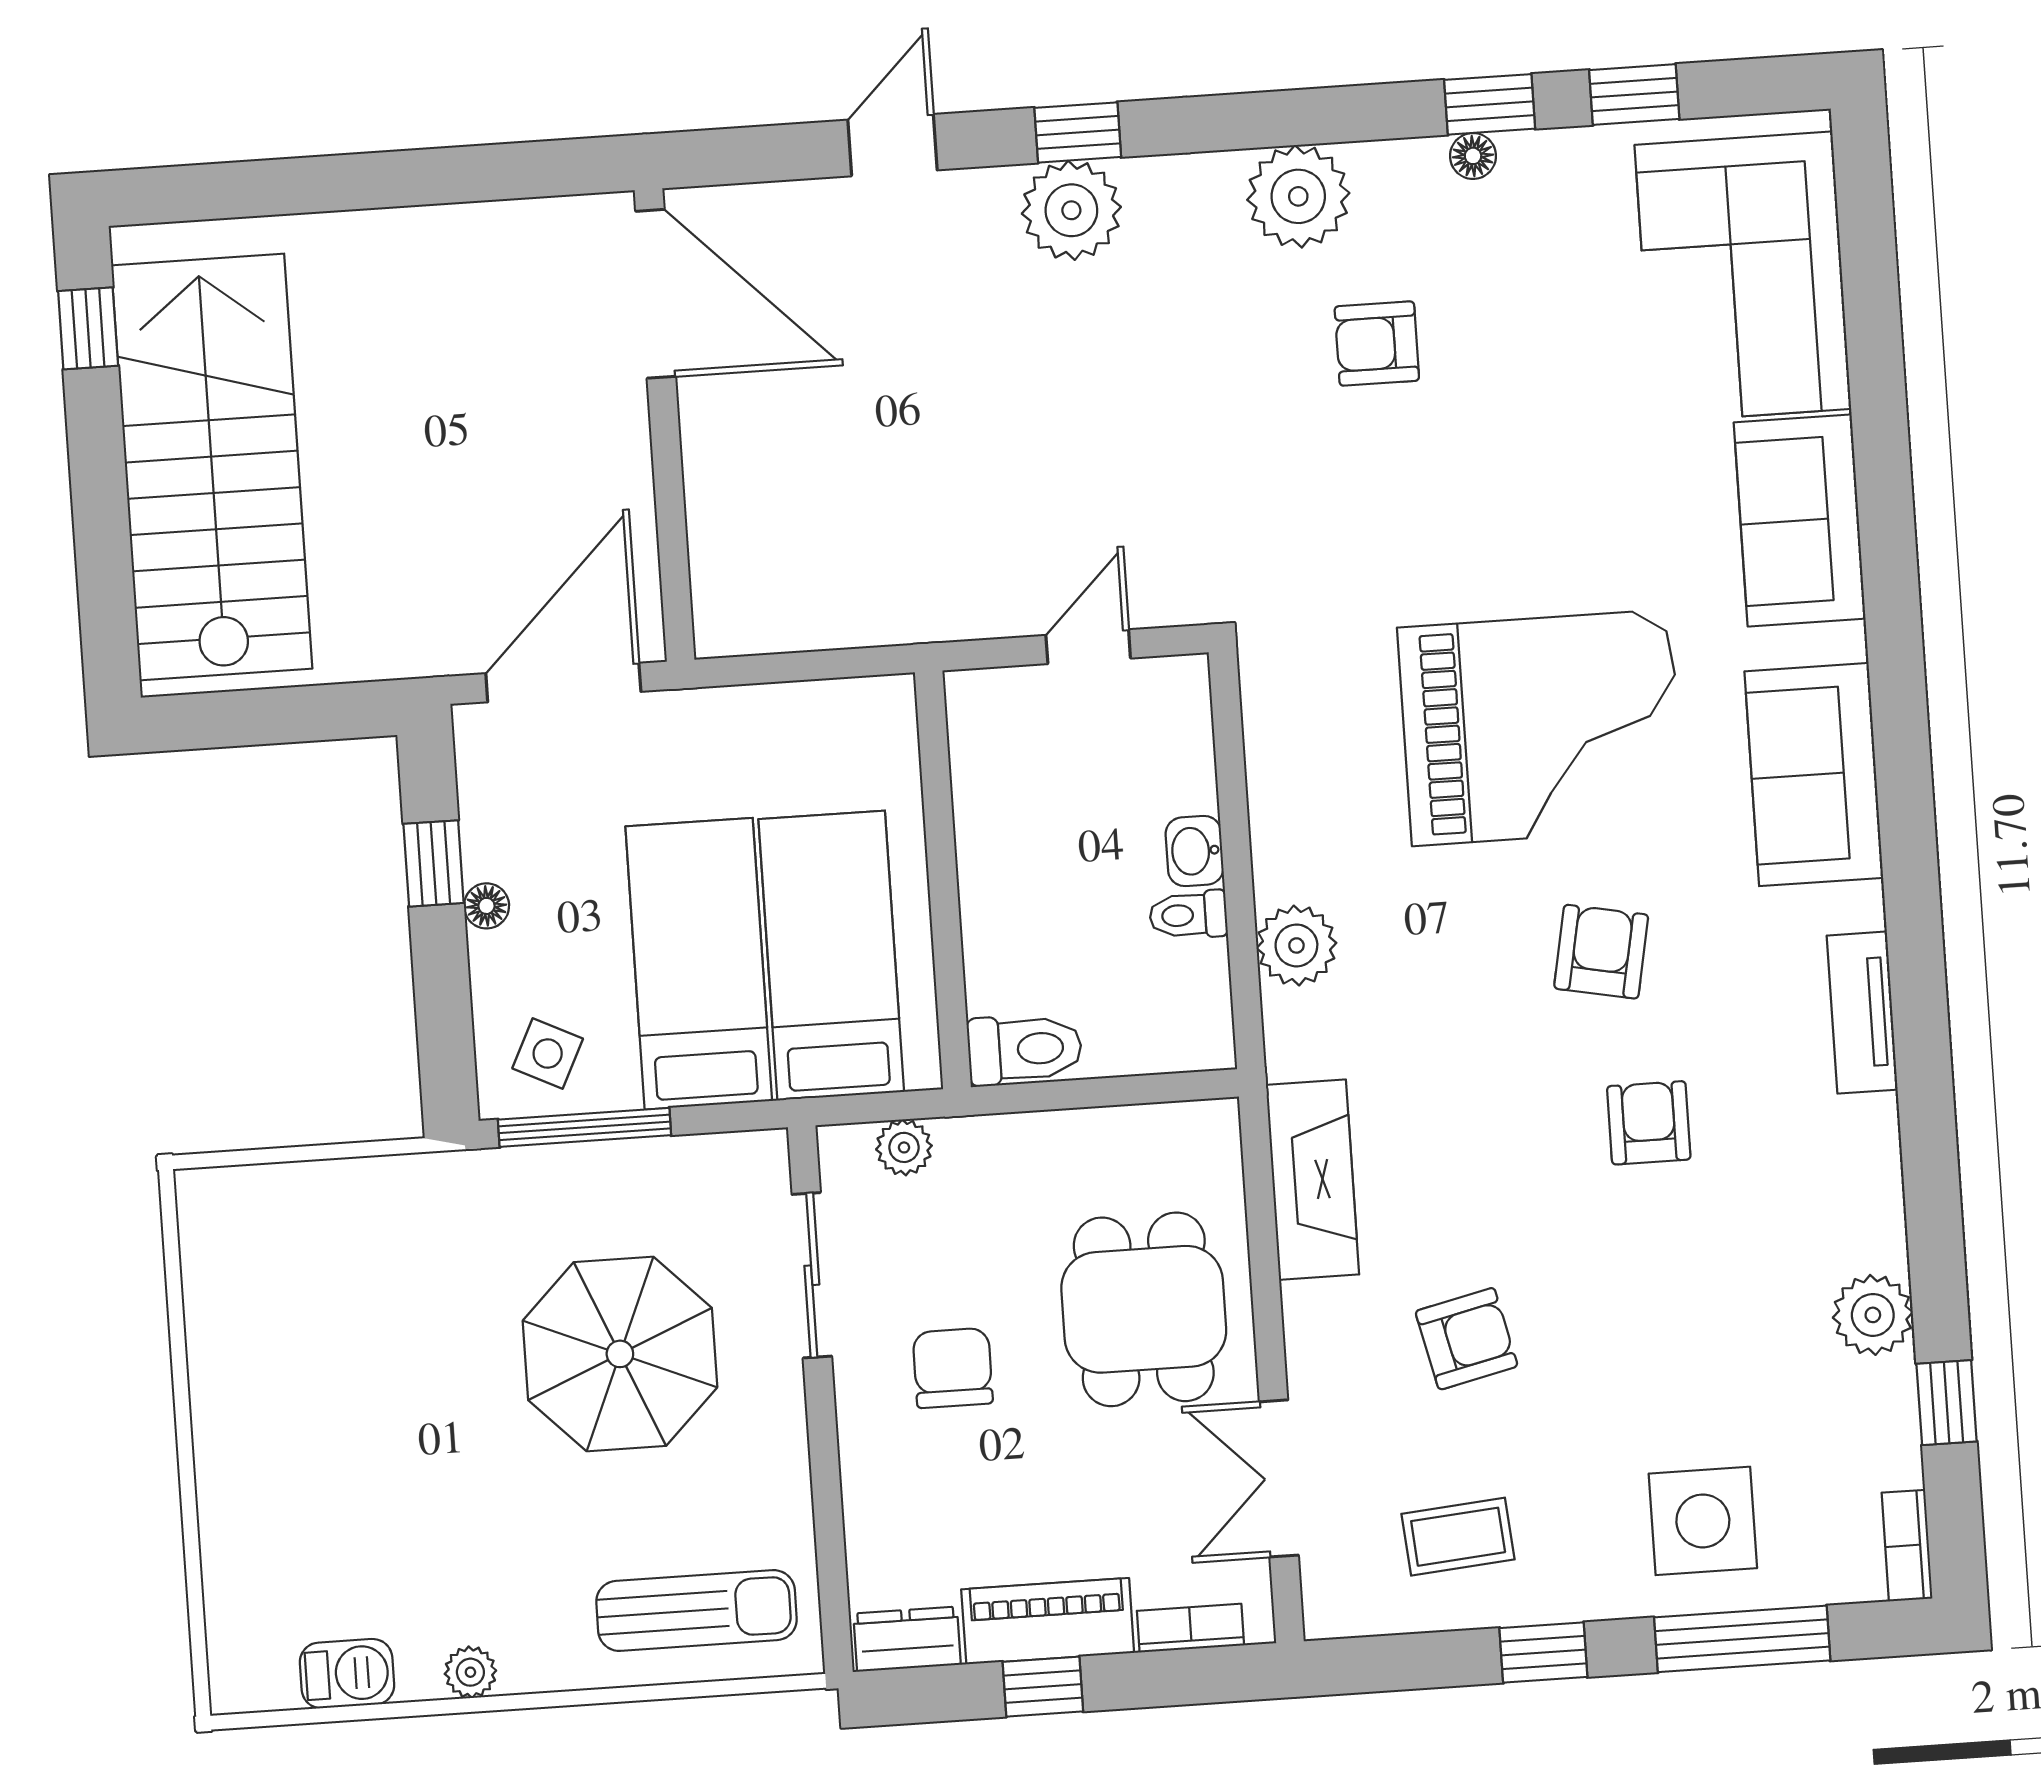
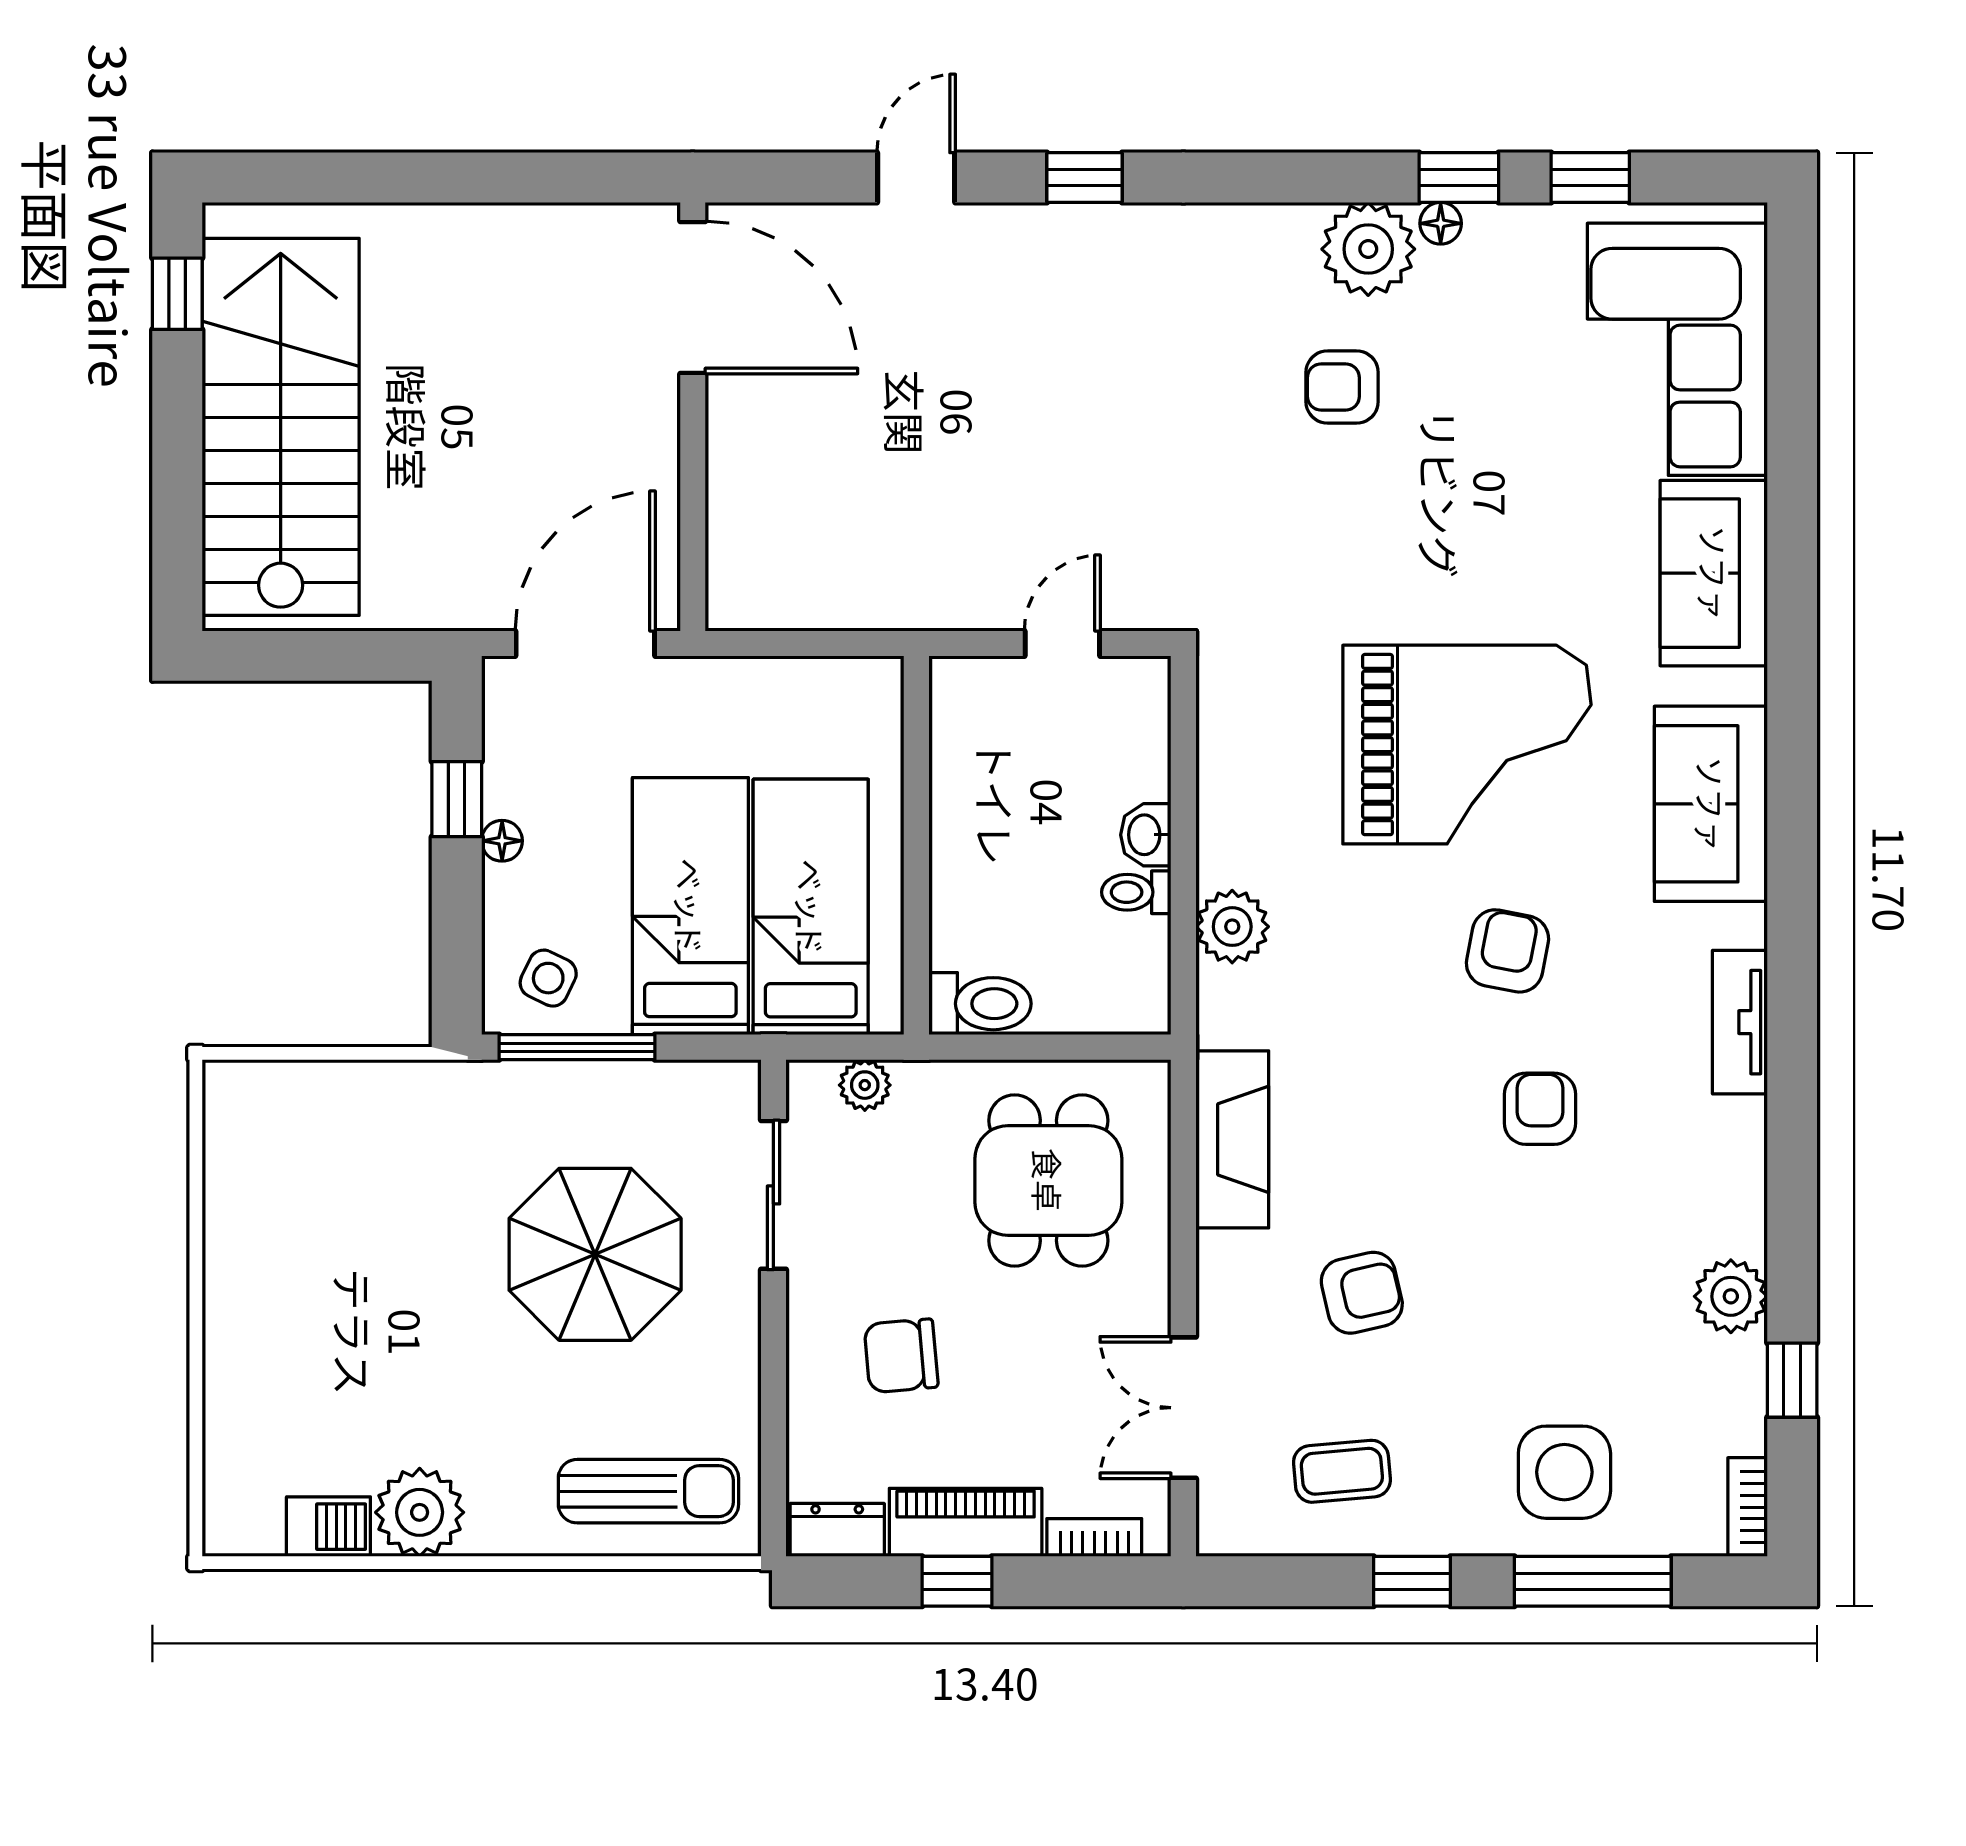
plant: (1298, 196) -> (1368, 249), moved
plant: (1071, 210) -> (1074, 248), removed
dining table: (1144, 1309) -> (1048, 1180), moved
chair: (953, 1368) -> (901, 1356), moved, turned -95
plant: (470, 1672) -> (420, 1512), width x1.88, depth x1.88

